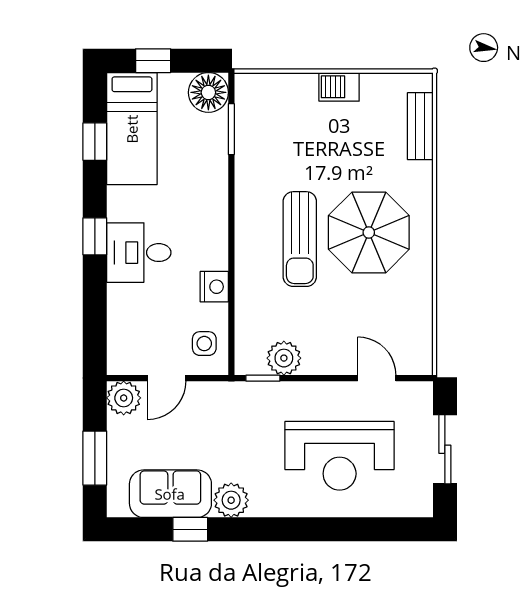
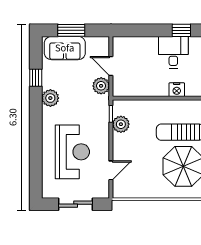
nightstand: (214, 287) -> (177, 90), moved
side table: (204, 344) -> (128, 85), removed
plant: (124, 398) -> (101, 86), moved
reception desk: (340, 456) -> (72, 152), turned 180
sofa: (170, 494) -> (65, 48), moved, turned 90

